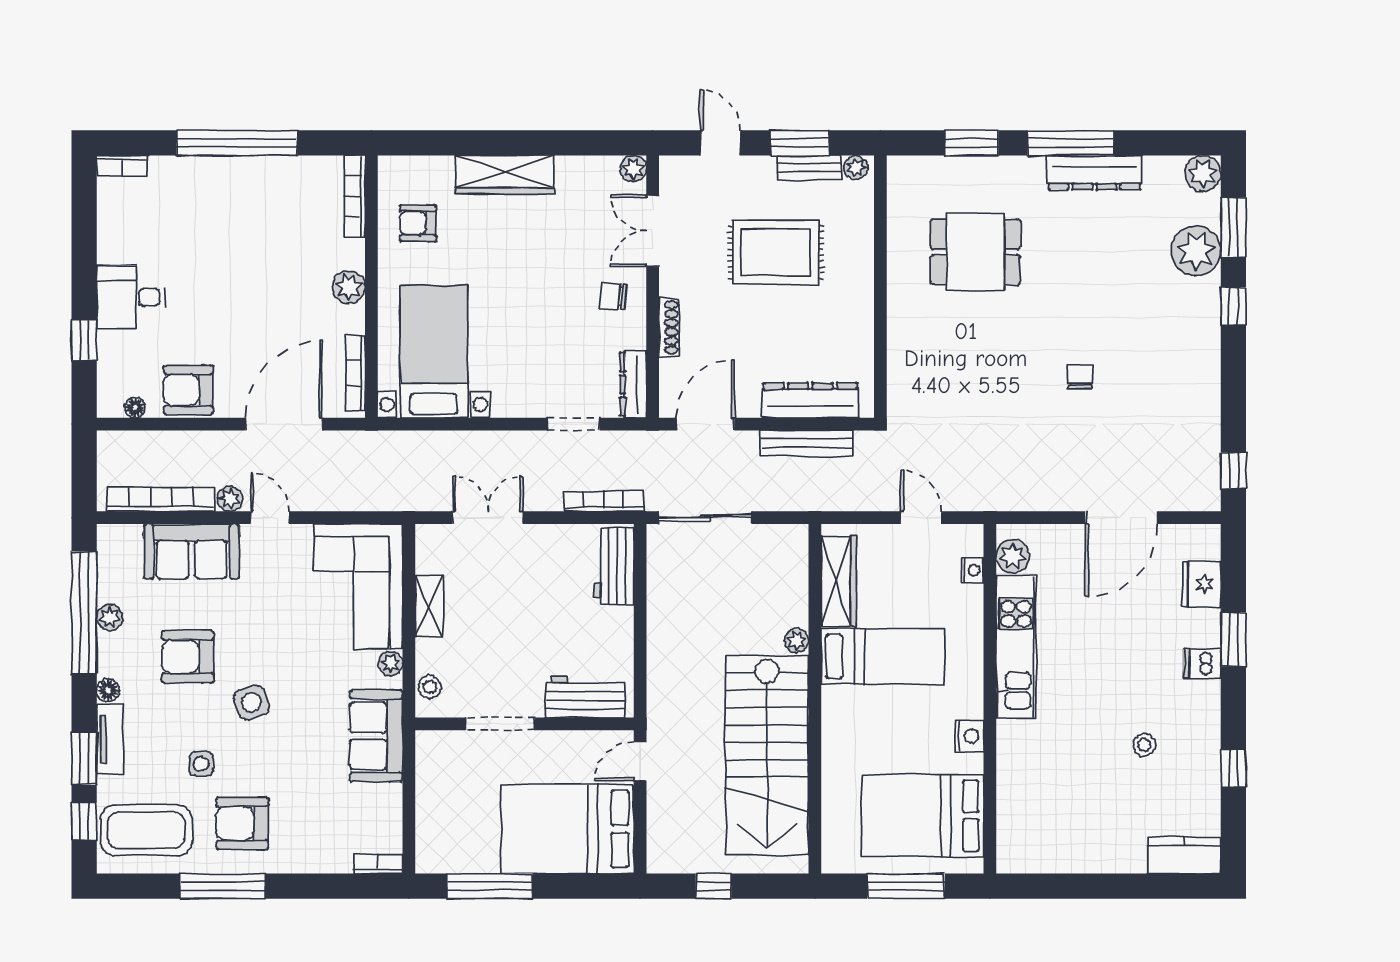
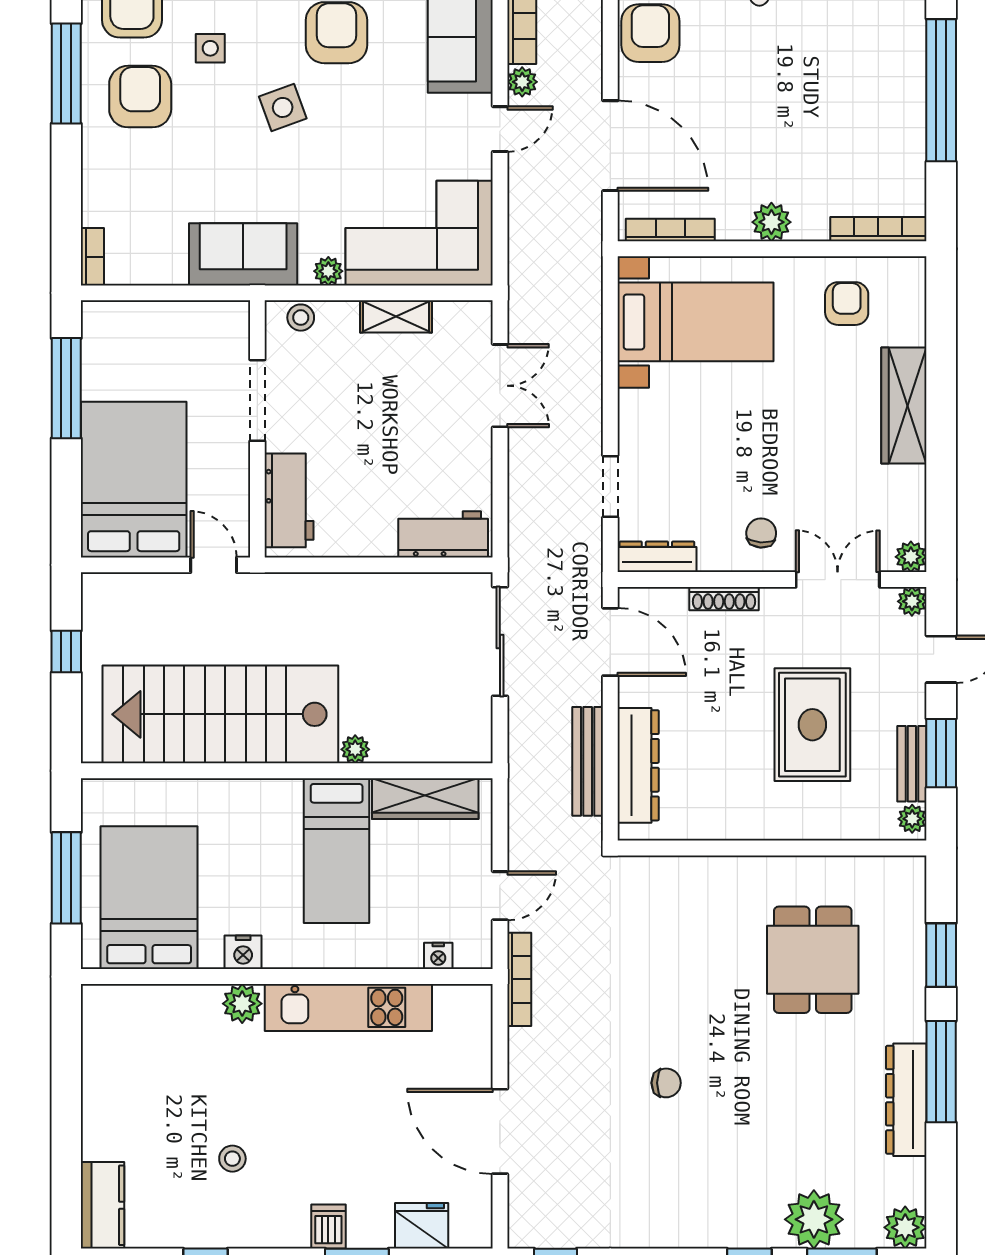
plant: (671, 168) -> (912, 601), added
bookcase: (604, 501) -> (519, 979), moved
plant: (1013, 556) -> (242, 1004), moved

